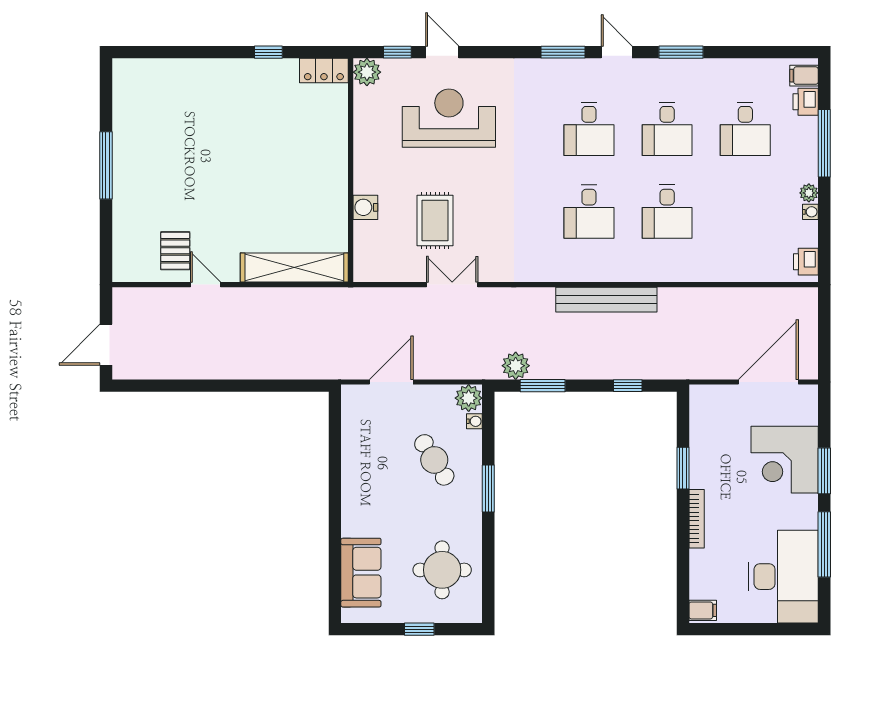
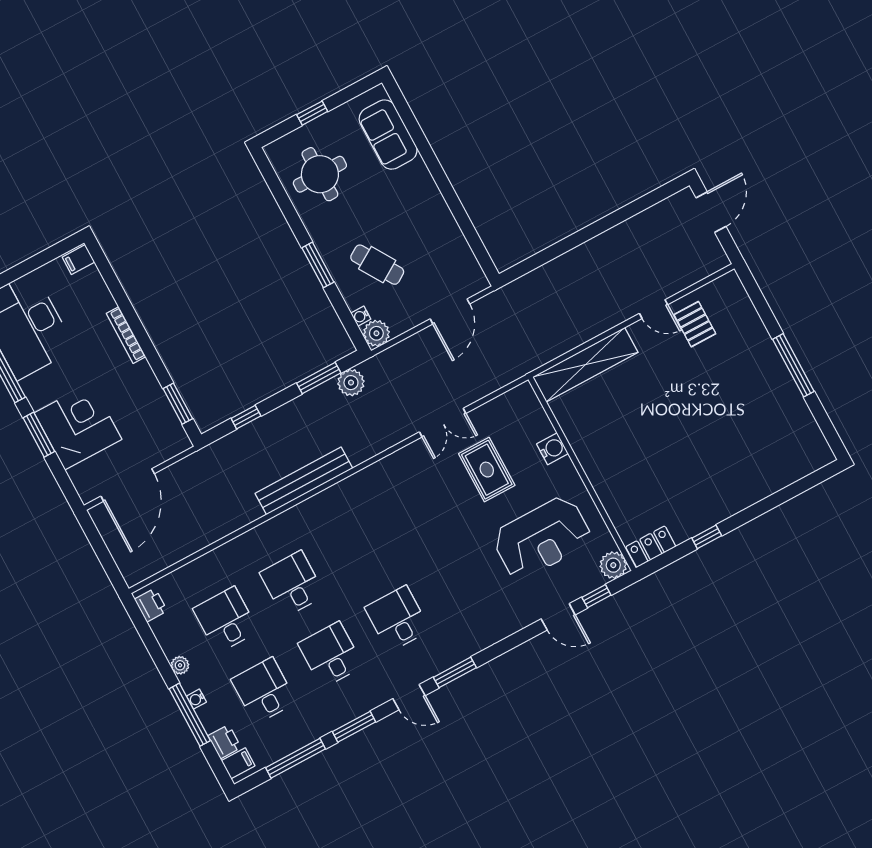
window: (749, 52) -> (295, 758), added
reception desk: (449, 118) -> (542, 538), moved
desk: (589, 212) -> (226, 620), moved
water cooler: (810, 212) -> (196, 699), moved
window: (683, 468) -> (178, 404), moved

